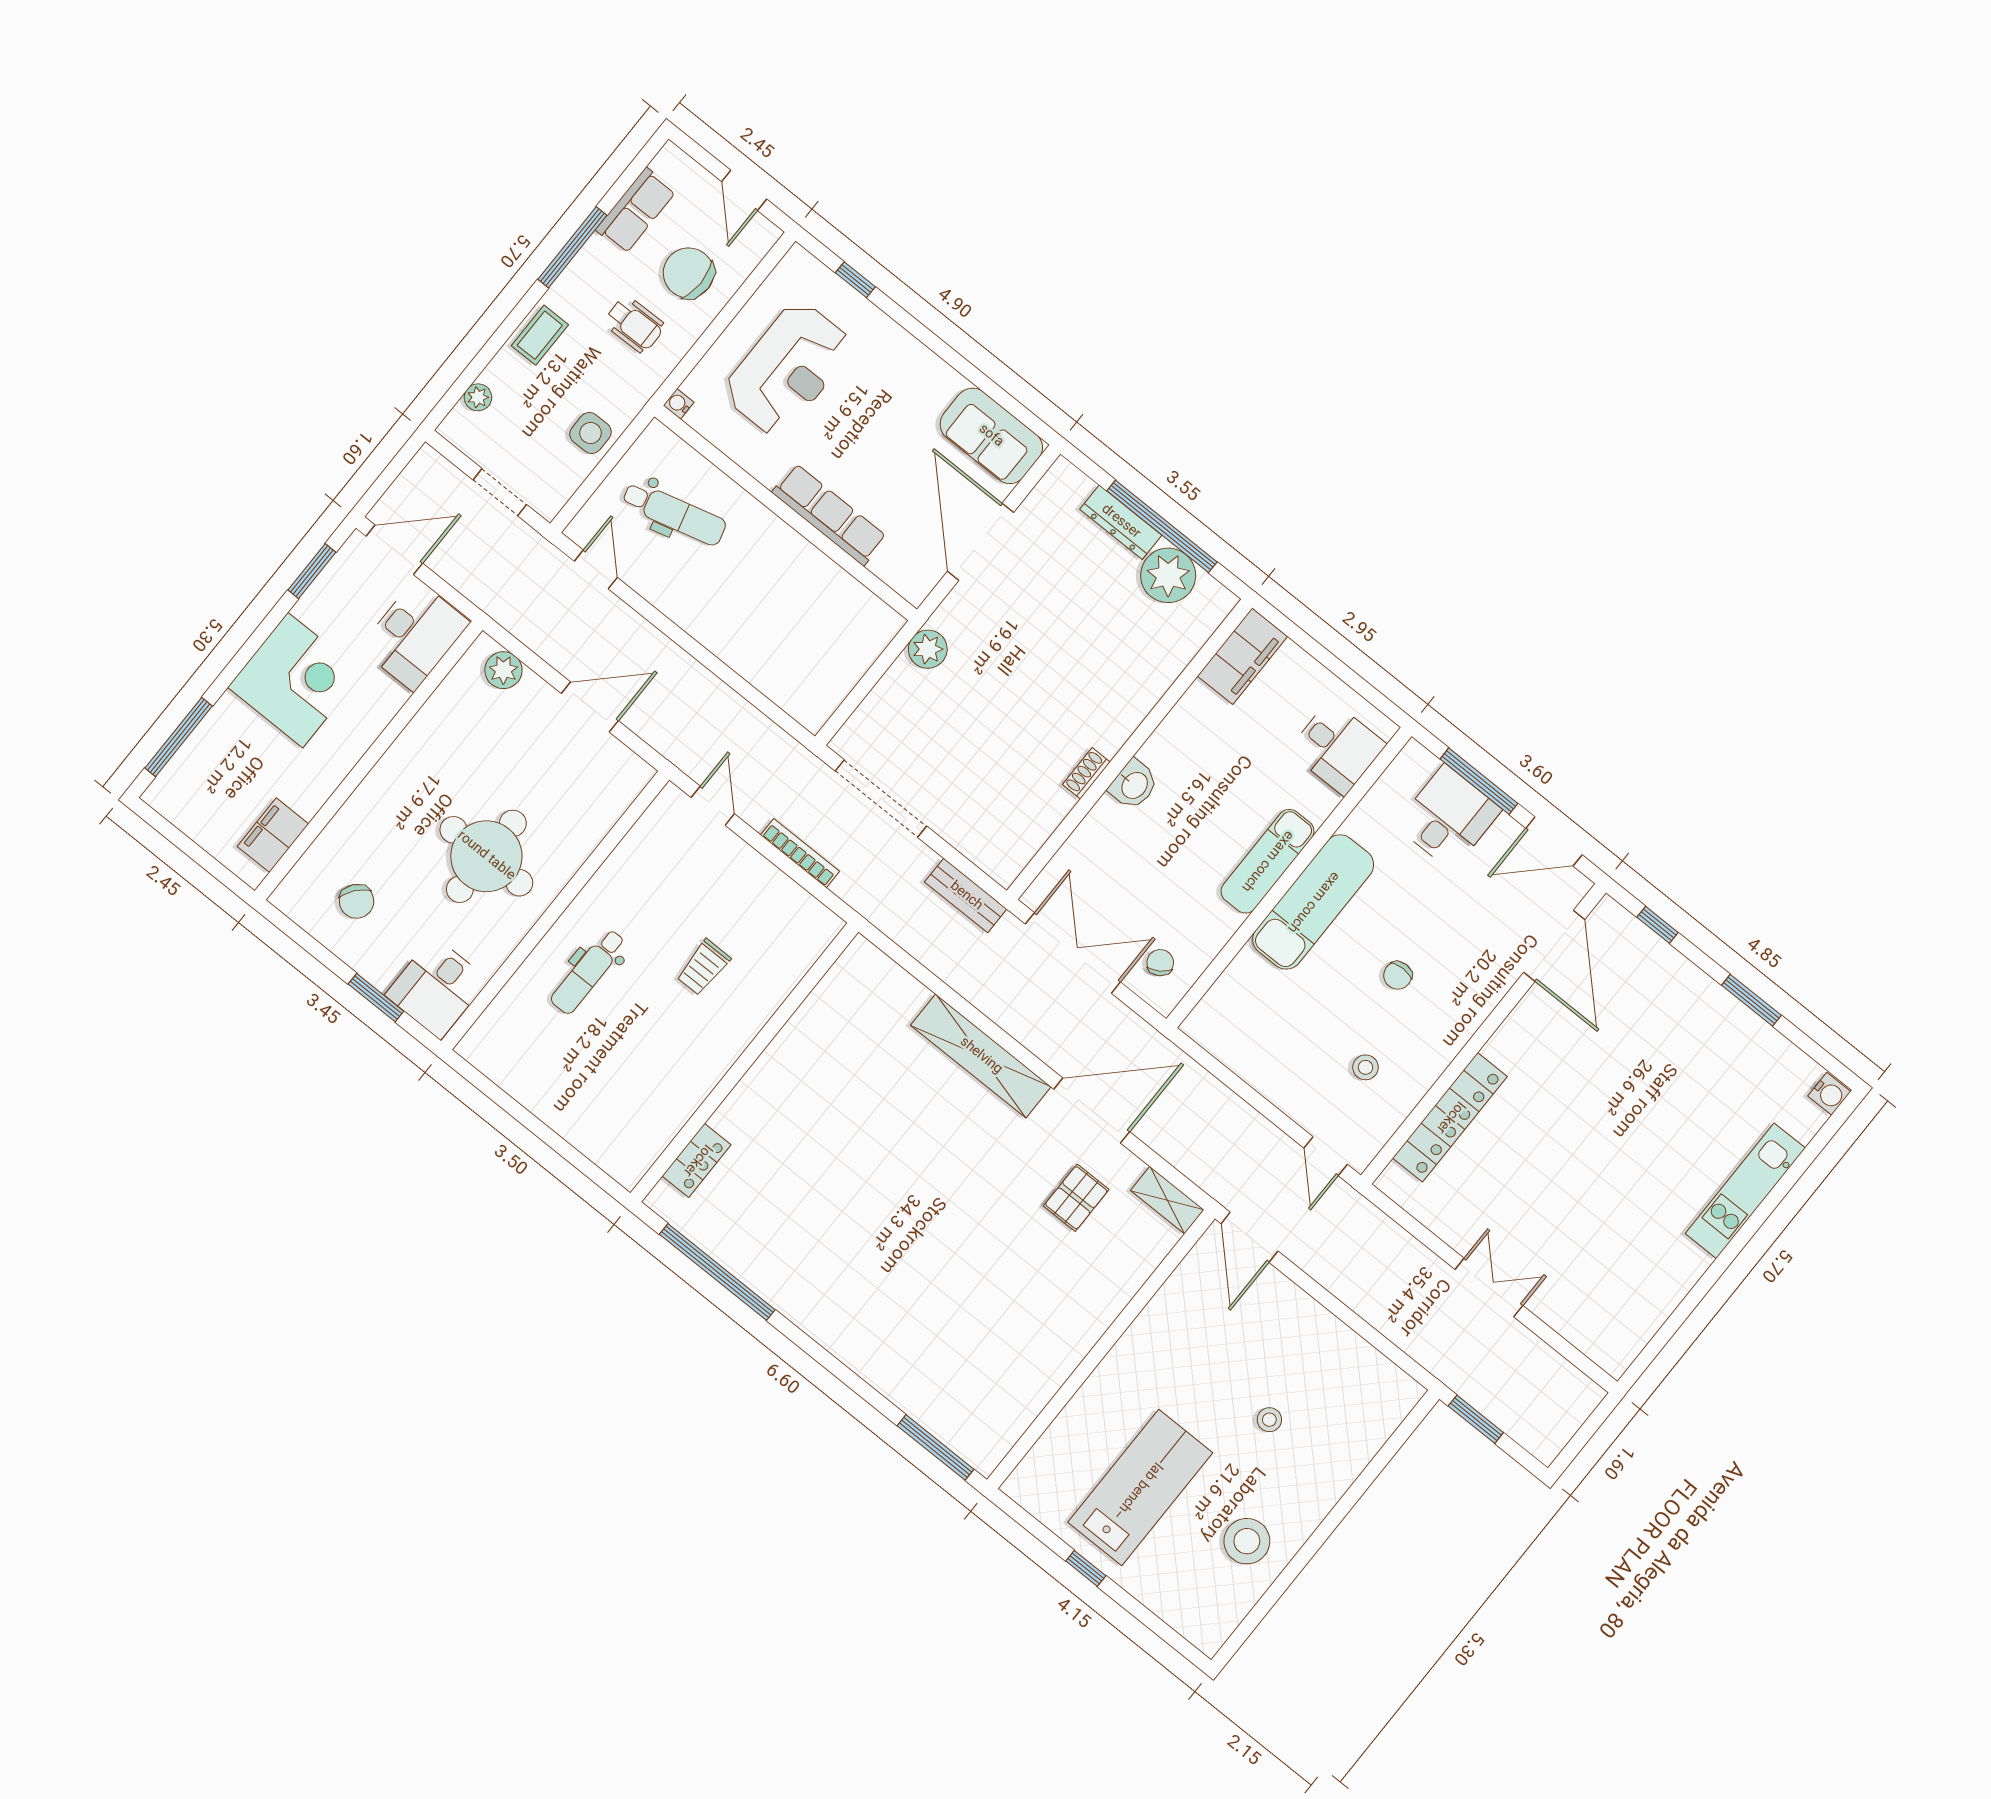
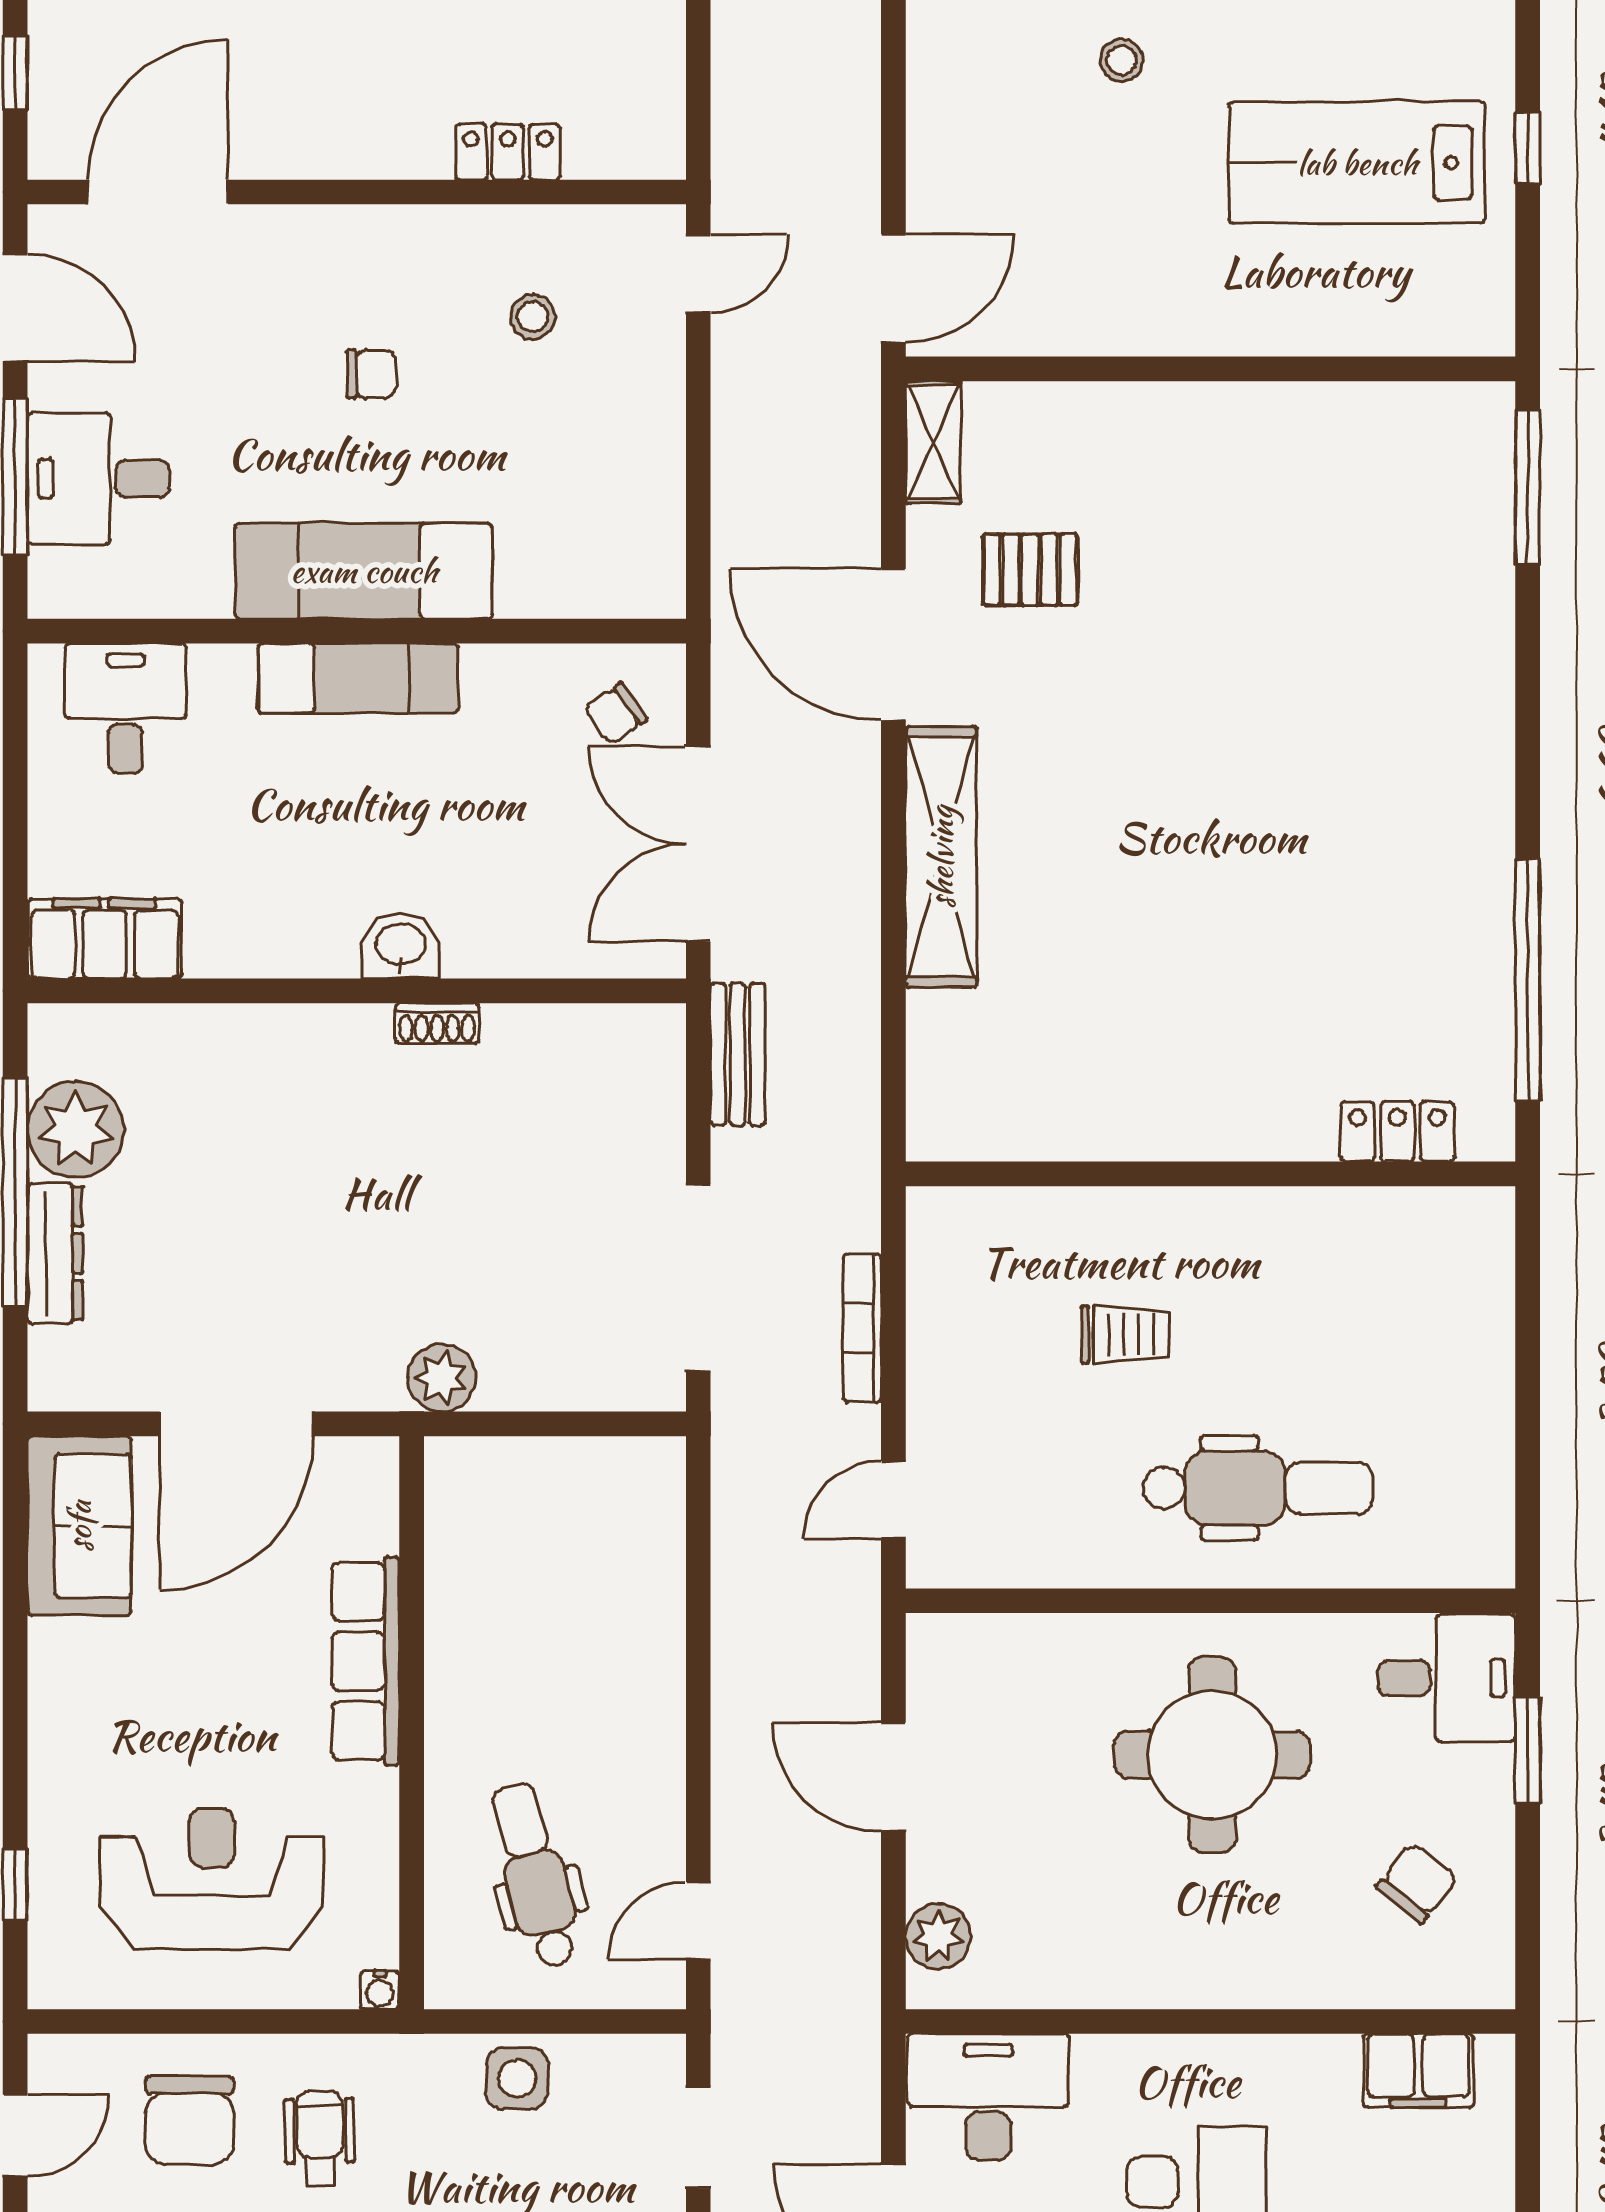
dental chair: (588, 972) -> (1258, 1488), width x1.36, depth x1.38
locker: (1450, 1117) -> (508, 152), width x0.46, depth x0.83

